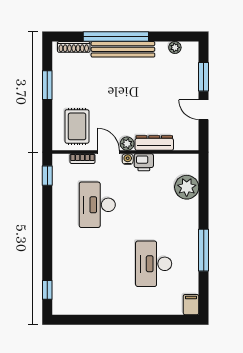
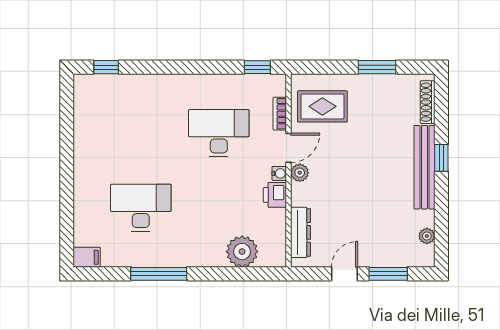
window: (116, 37) -> (441, 158), width x0.32
dresser: (154, 143) -> (301, 232), moved

